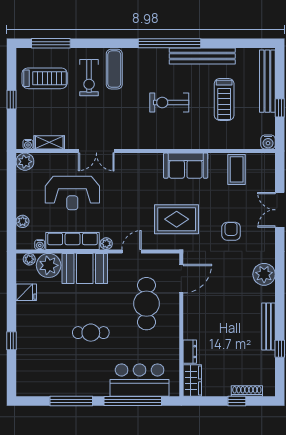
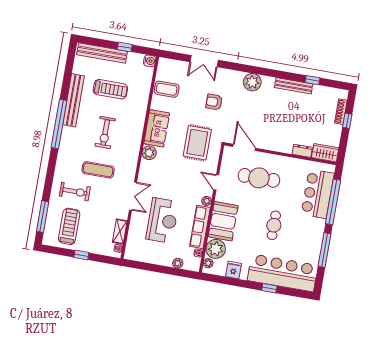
exercise mat: (114, 69) -> (98, 170), moved
plant: (25, 162) -> (149, 153), moved
bar counter: (33, 354) -> (283, 273), added

